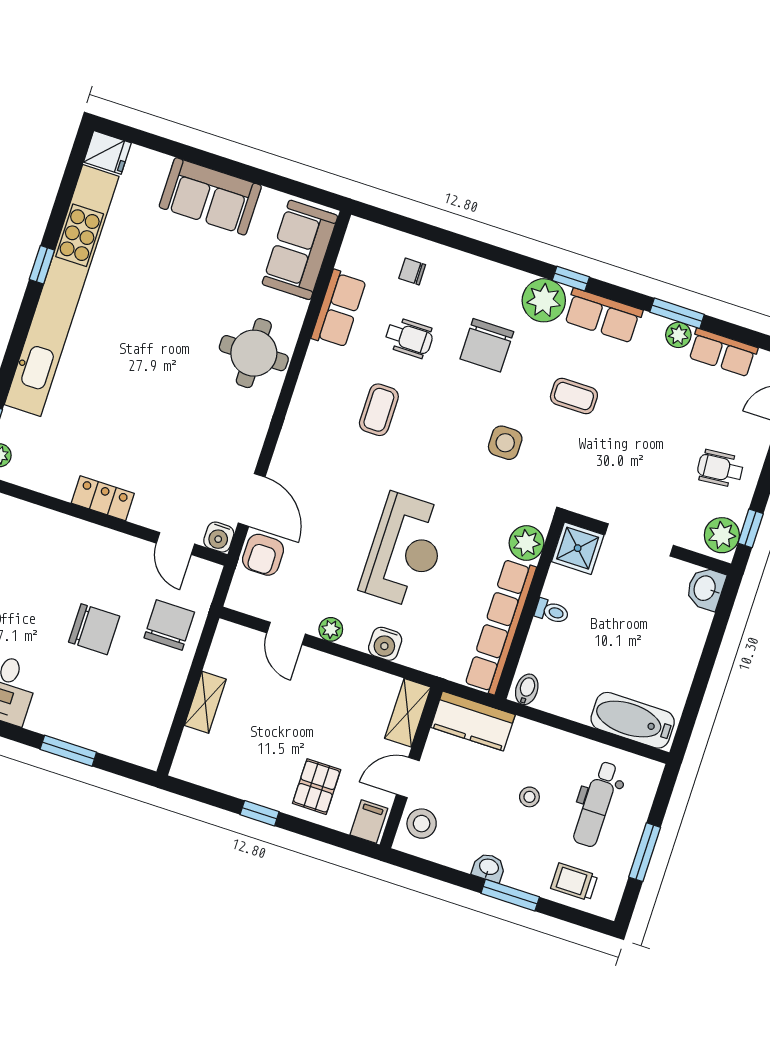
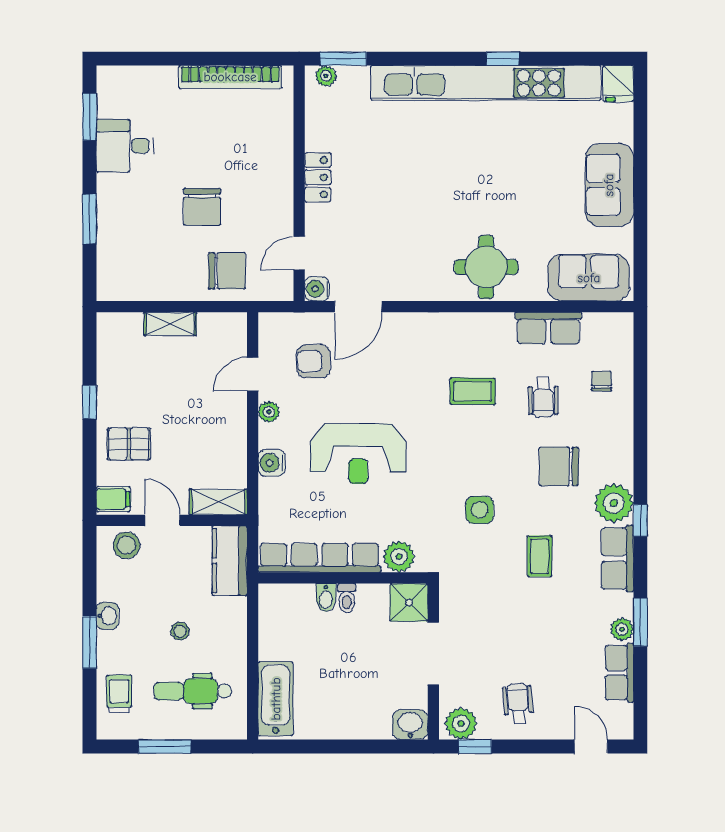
armchair: (263, 555) -> (314, 361), moved
bidet: (527, 689) -> (326, 598), moved, turned 90

